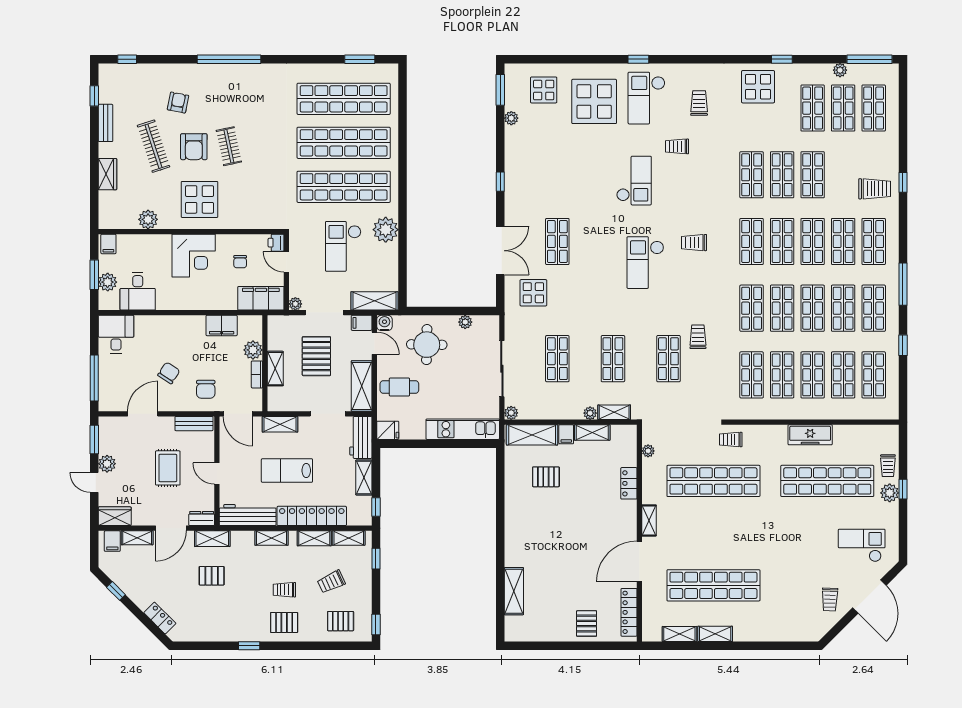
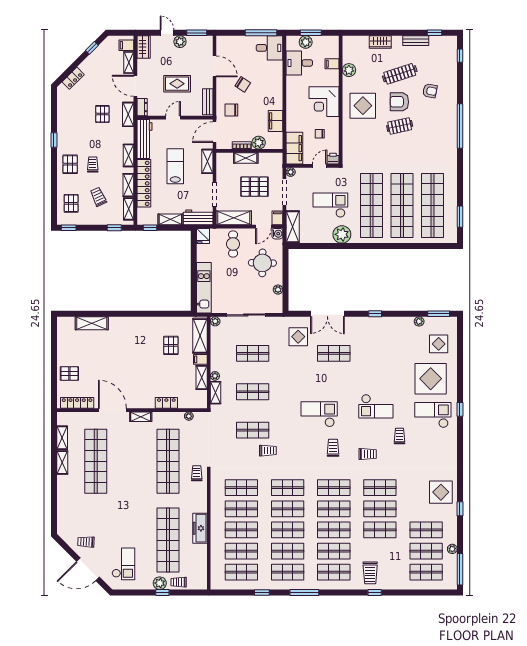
trolley: (699, 103) -> (368, 454), moved
filing cabinet: (108, 244) -> (332, 64), moved
window: (94, 378) -> (261, 33), moved
door: (94, 482) -> (167, 33), hinge flipped

